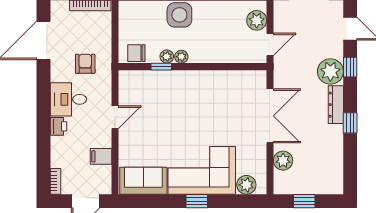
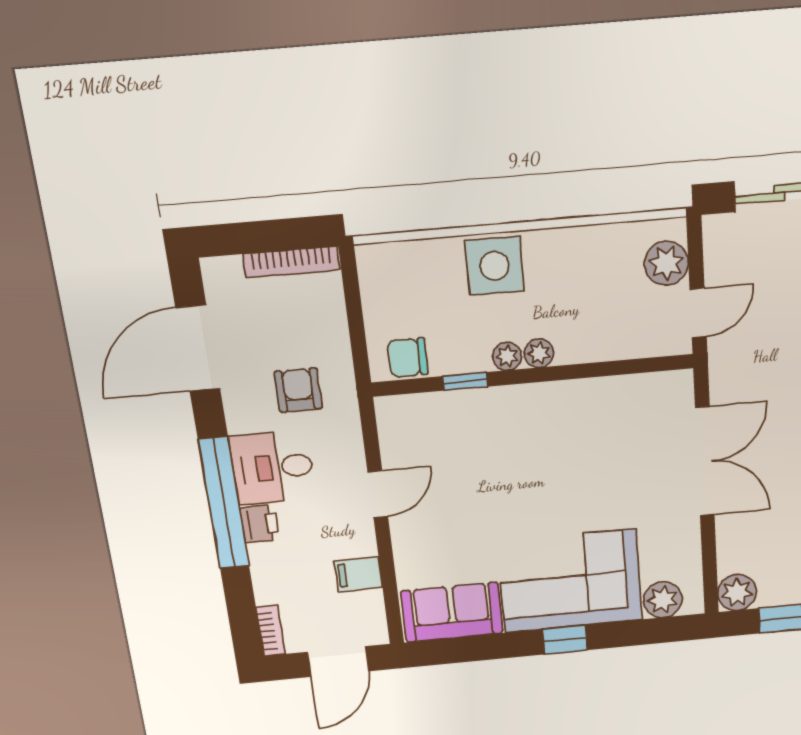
plant: (167, 56) -> (539, 353), moved
window: (44, 115) -> (224, 503), added
plant: (283, 161) -> (737, 592), moved

